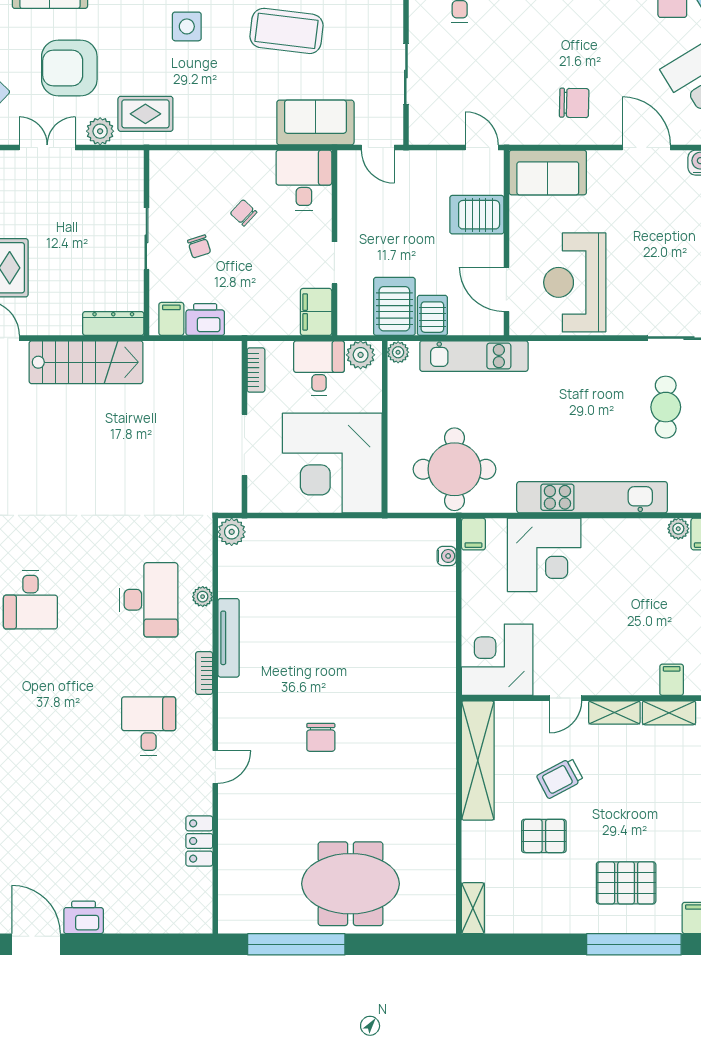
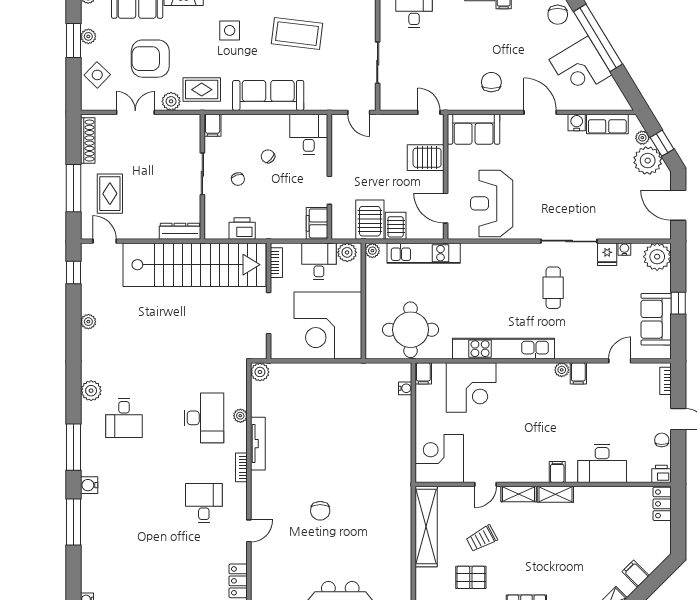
chair: (574, 103) -> (491, 82), turned -91
sofa: (315, 123) -> (268, 95), moved, width x1.36
filing cabinet: (171, 319) -> (213, 125), moved, turned 180
stairs: (86, 362) -> (195, 265), width x1.86, depth x1.51

